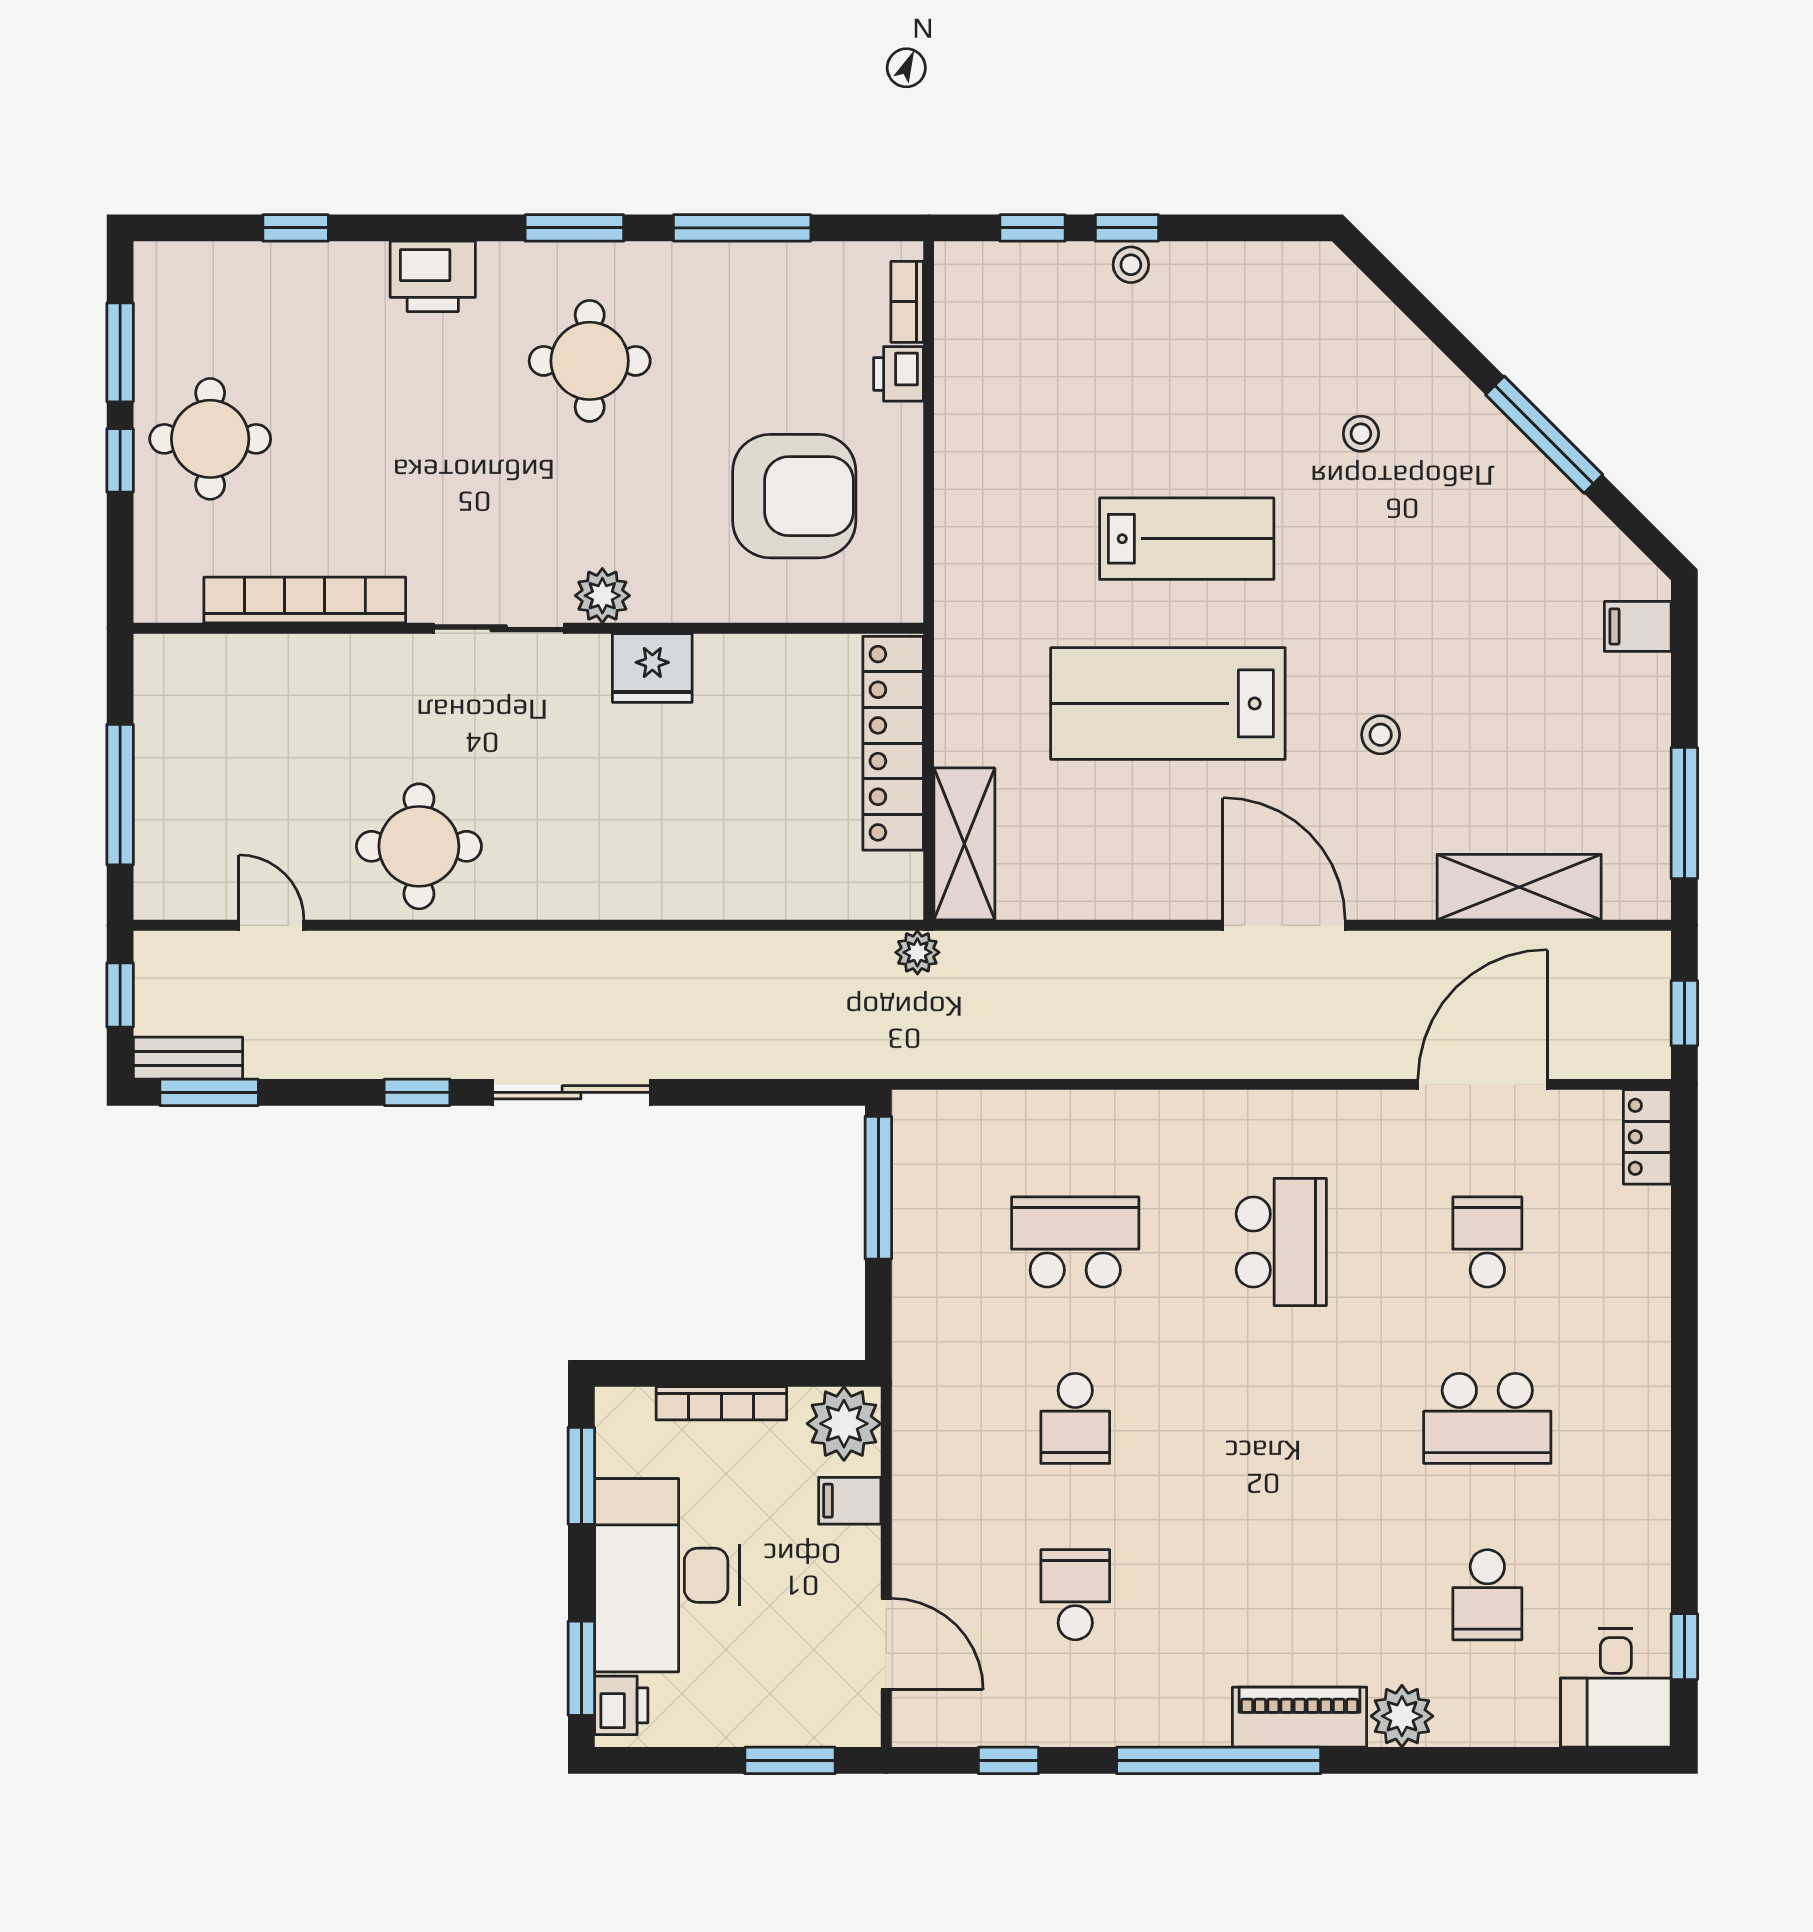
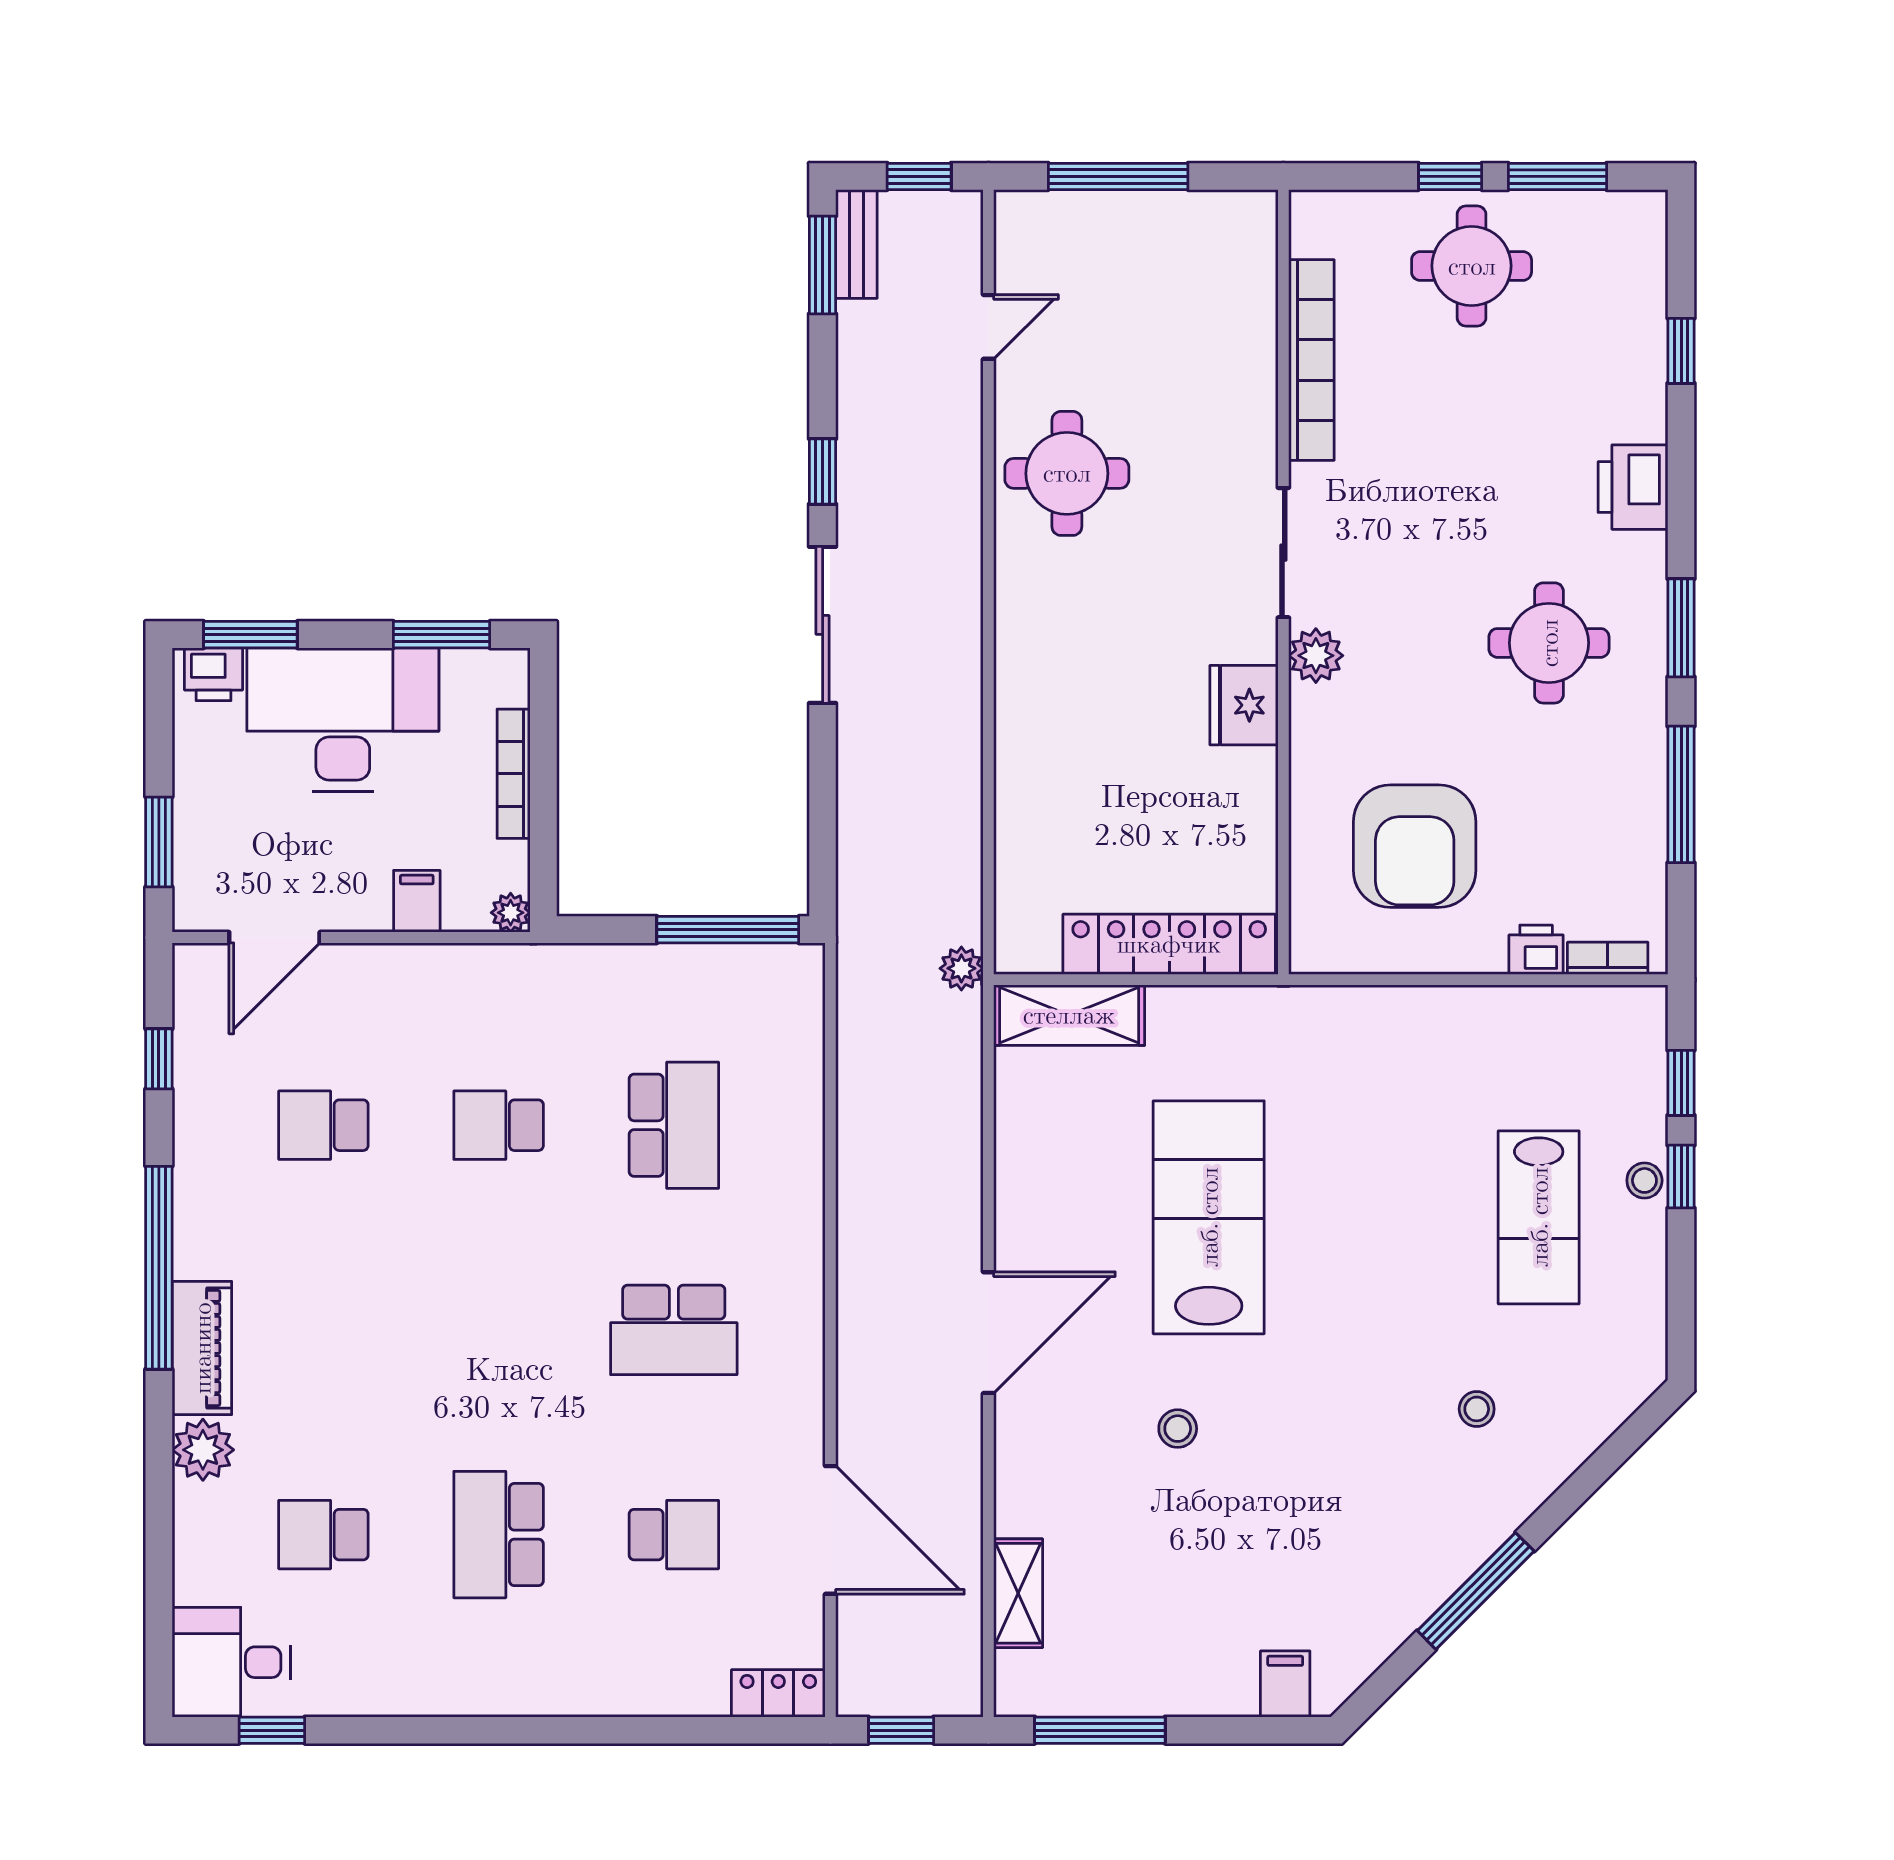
lab bench: (1187, 539) -> (1539, 1217), moved
shelving: (1519, 887) -> (1018, 1593), width x0.67, depth x0.75
plant: (844, 1424) -> (511, 913), width x0.53, depth x0.53
school desk: (1075, 1595) -> (323, 1125), turned 180

